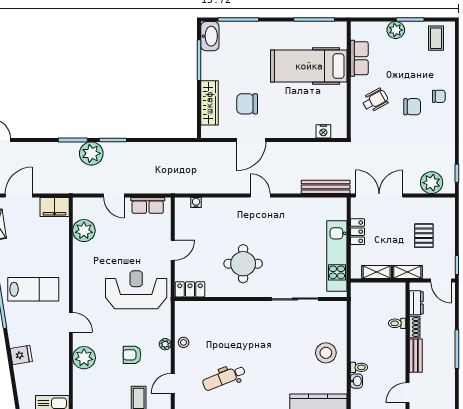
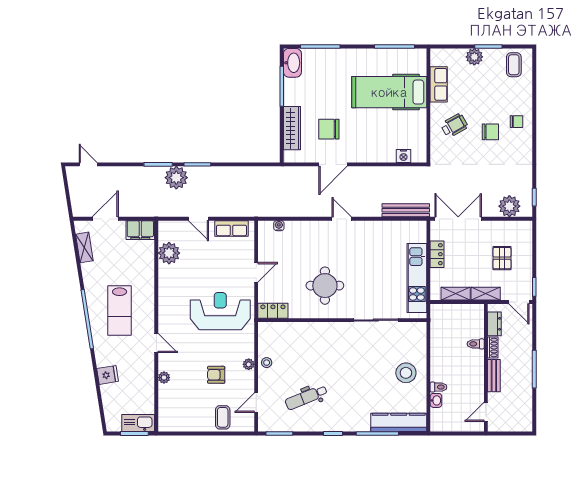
lab bench: (33, 289) -> (120, 311), turned 90
plant: (84, 358) -> (164, 378), width x0.53, depth x0.53

